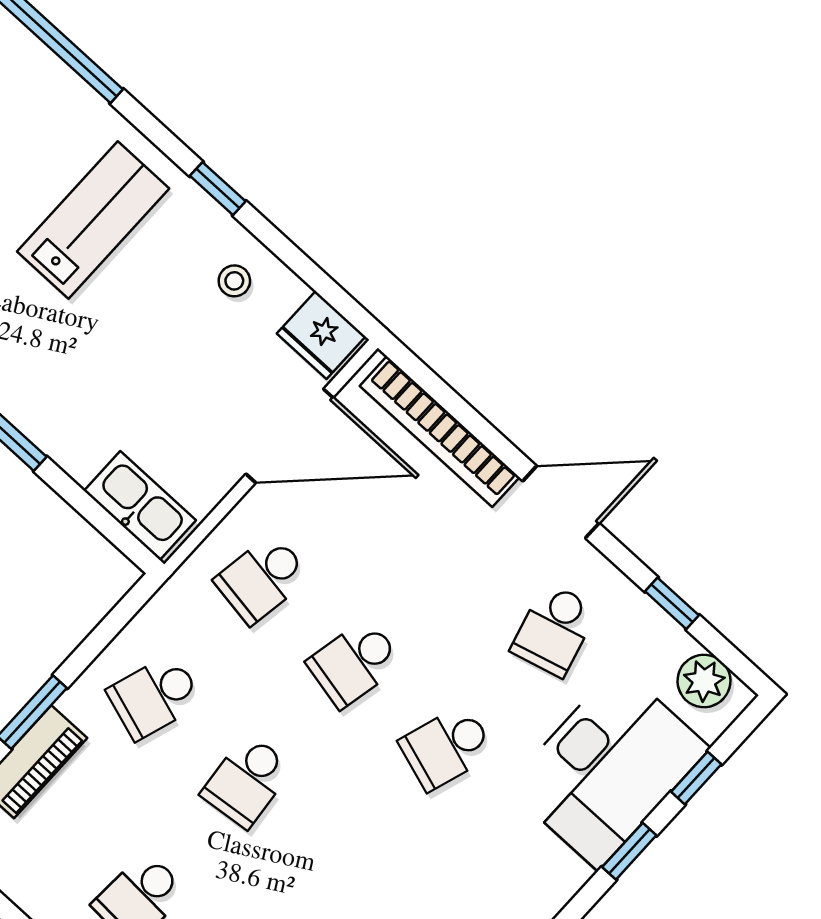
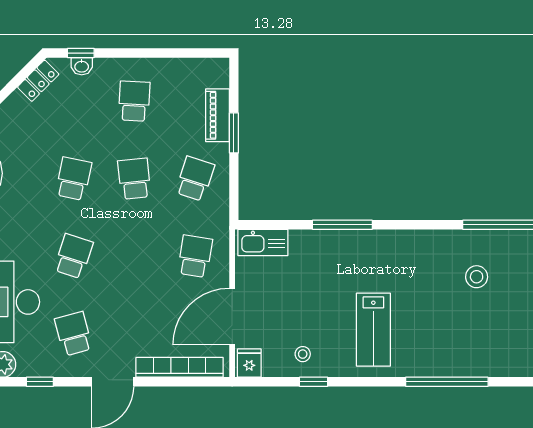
window: (218, 189) -> (314, 382), moved
fridge: (321, 335) -> (249, 363), width x0.72
school desk: (354, 663) -> (74, 179), moved

